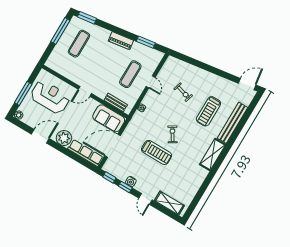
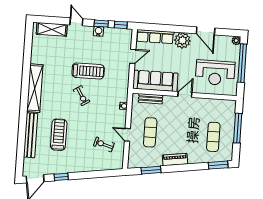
window: (60, 31) -> (238, 128), moved
window: (224, 75) -> (61, 177), added
exercise bike: (183, 92) -> (104, 144), moved
window: (23, 93) -> (242, 63), width x1.46
sofa: (109, 118) -> (155, 81), width x1.36
door: (40, 136) -> (206, 31), hinge flipped
door: (113, 146) -> (133, 56), width x0.53
treadmill: (157, 152) -> (88, 71), turned 180
shelving: (213, 154) -> (35, 88), width x1.47

